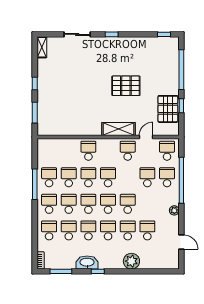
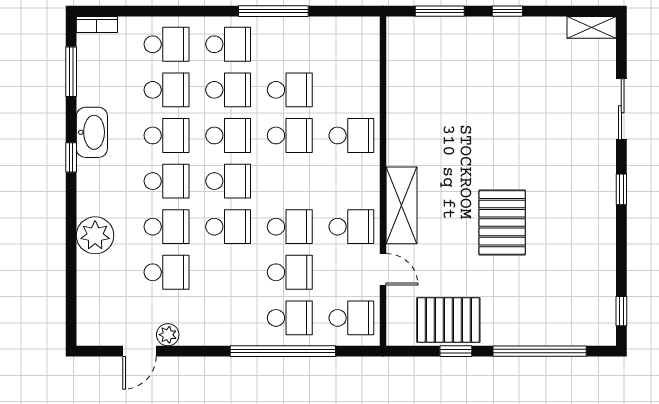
school desk: (49, 177) -> (290, 44), removed
school desk: (108, 177) -> (290, 227), moved
plant: (174, 210) -> (168, 335), moved

